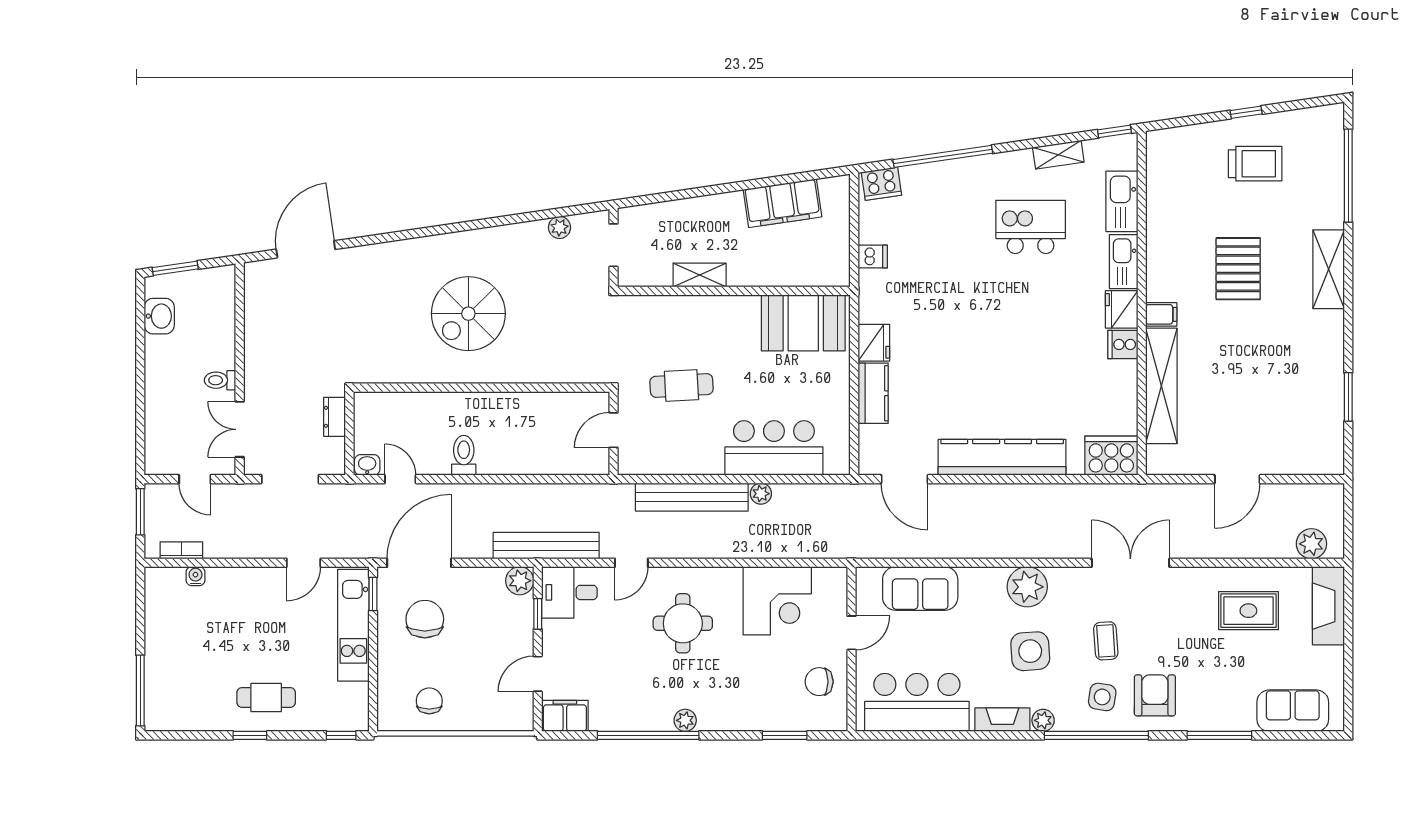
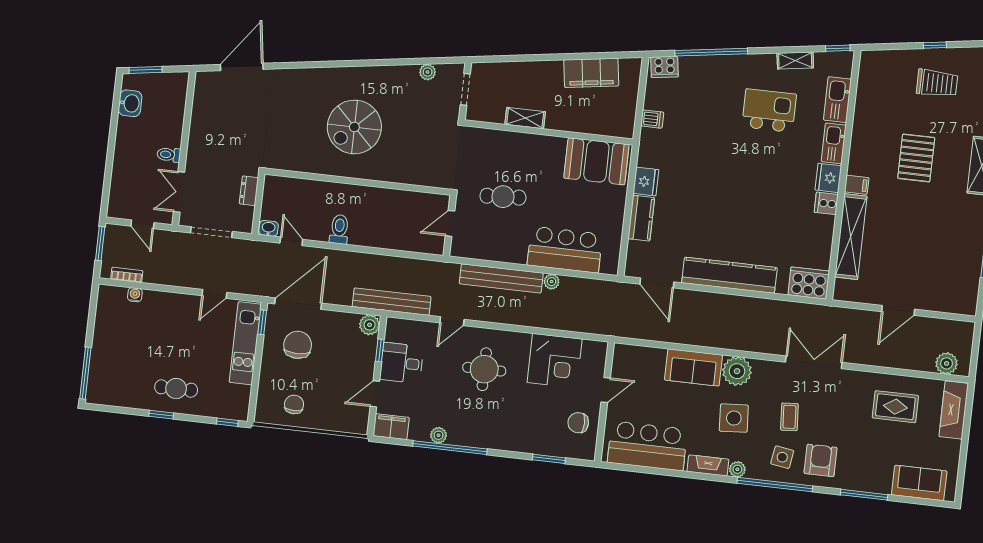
sofa: (920, 588) -> (693, 367), moved
desk: (569, 592) -> (402, 363), moved
plant: (685, 720) -> (438, 435), moved

